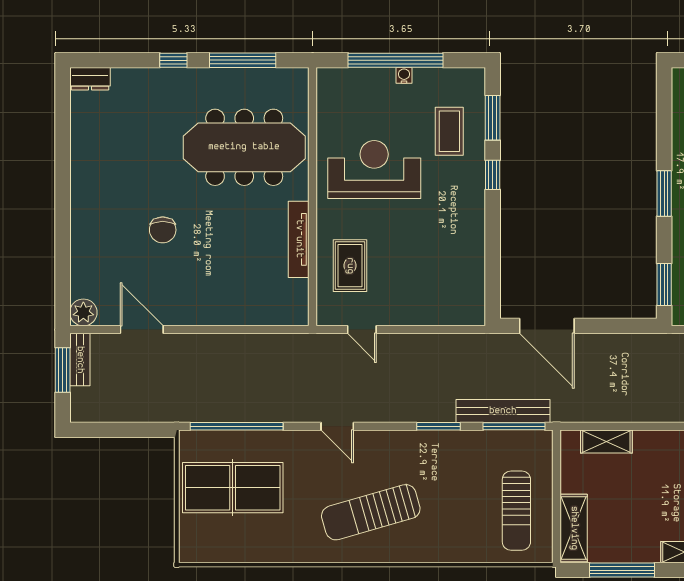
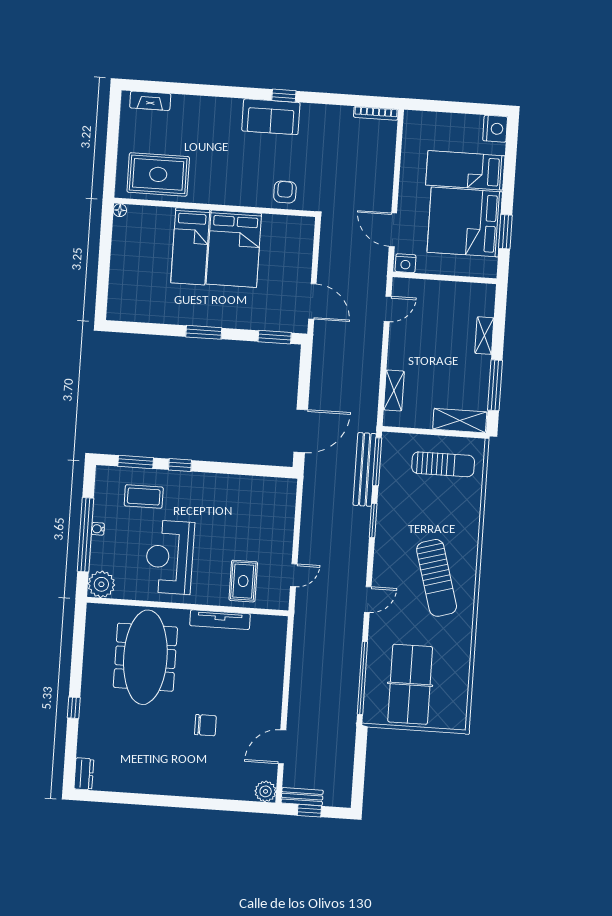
window: (243, 60) -> (77, 654), removed
plant: (334, 85) -> (101, 584), added
rug: (350, 266) -> (243, 581), turned 90
window: (63, 370) -> (309, 811), width x0.67

